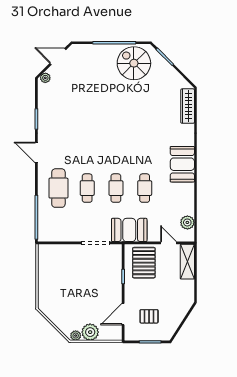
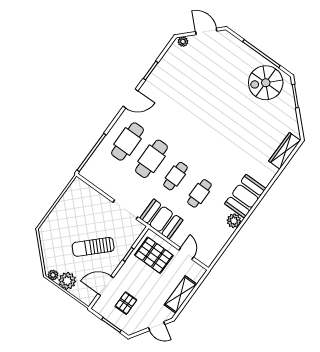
spiral stairs: (134, 63) -> (266, 83), turned -90
door: (36, 152) -> (130, 98), swing flipped
cafe table: (87, 188) -> (151, 159), width x1.37, depth x1.35
plant: (187, 222) -> (234, 221), moved
shelving: (187, 262) -> (181, 295), moved
pallet: (144, 263) -> (154, 255), turned 90
sun lounger: (91, 291) -> (93, 247), added
pallet: (149, 316) -> (126, 303), turned 90
door: (186, 317) -> (157, 326), added

